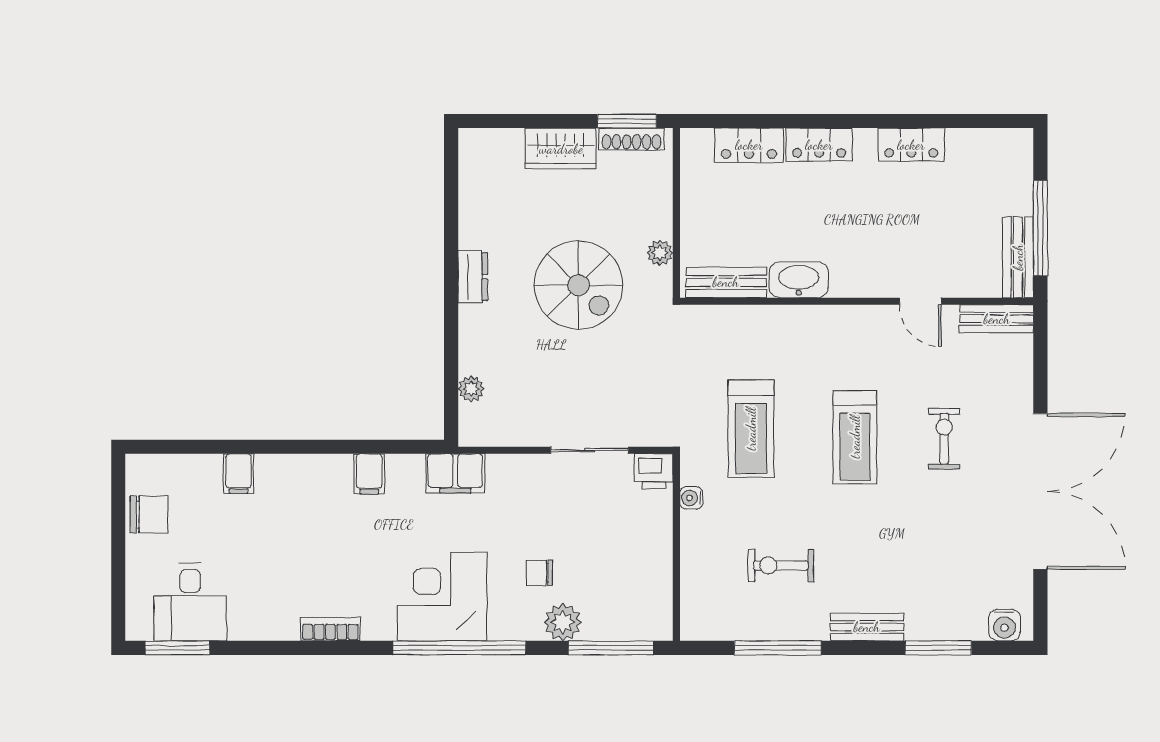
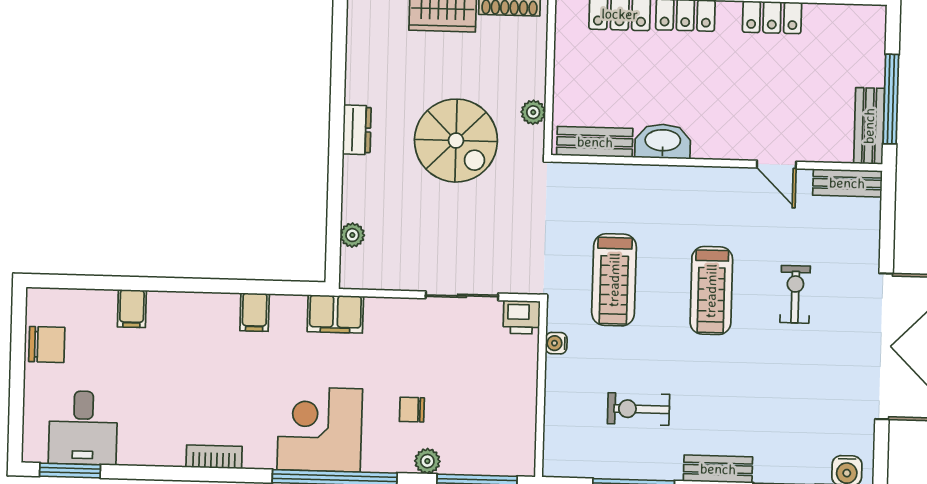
plant: (563, 622) -> (427, 461), width x0.73, depth x0.73

